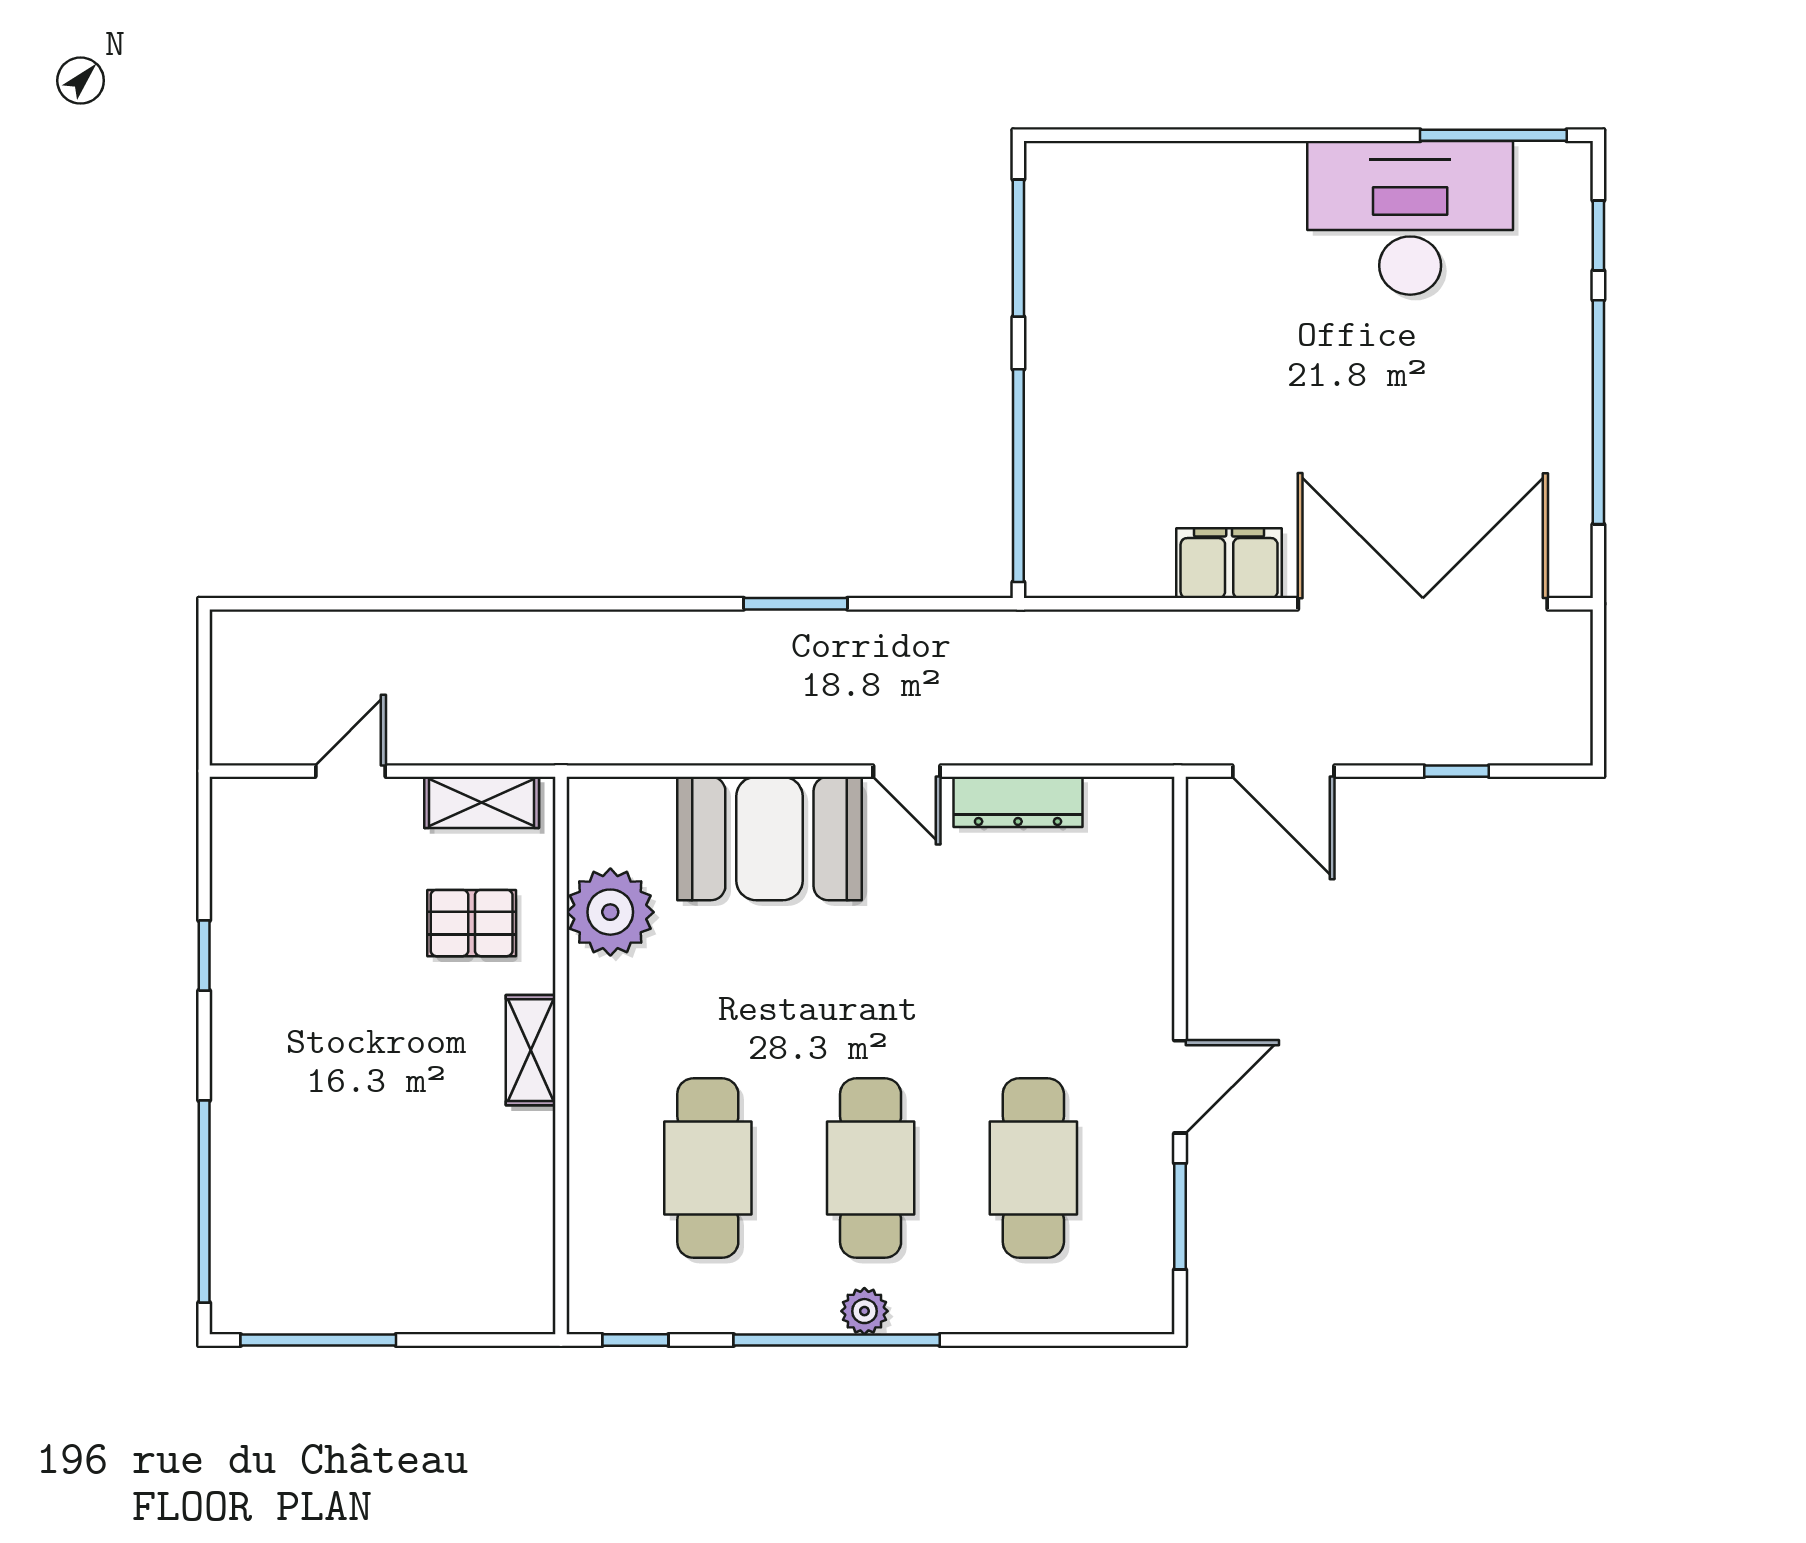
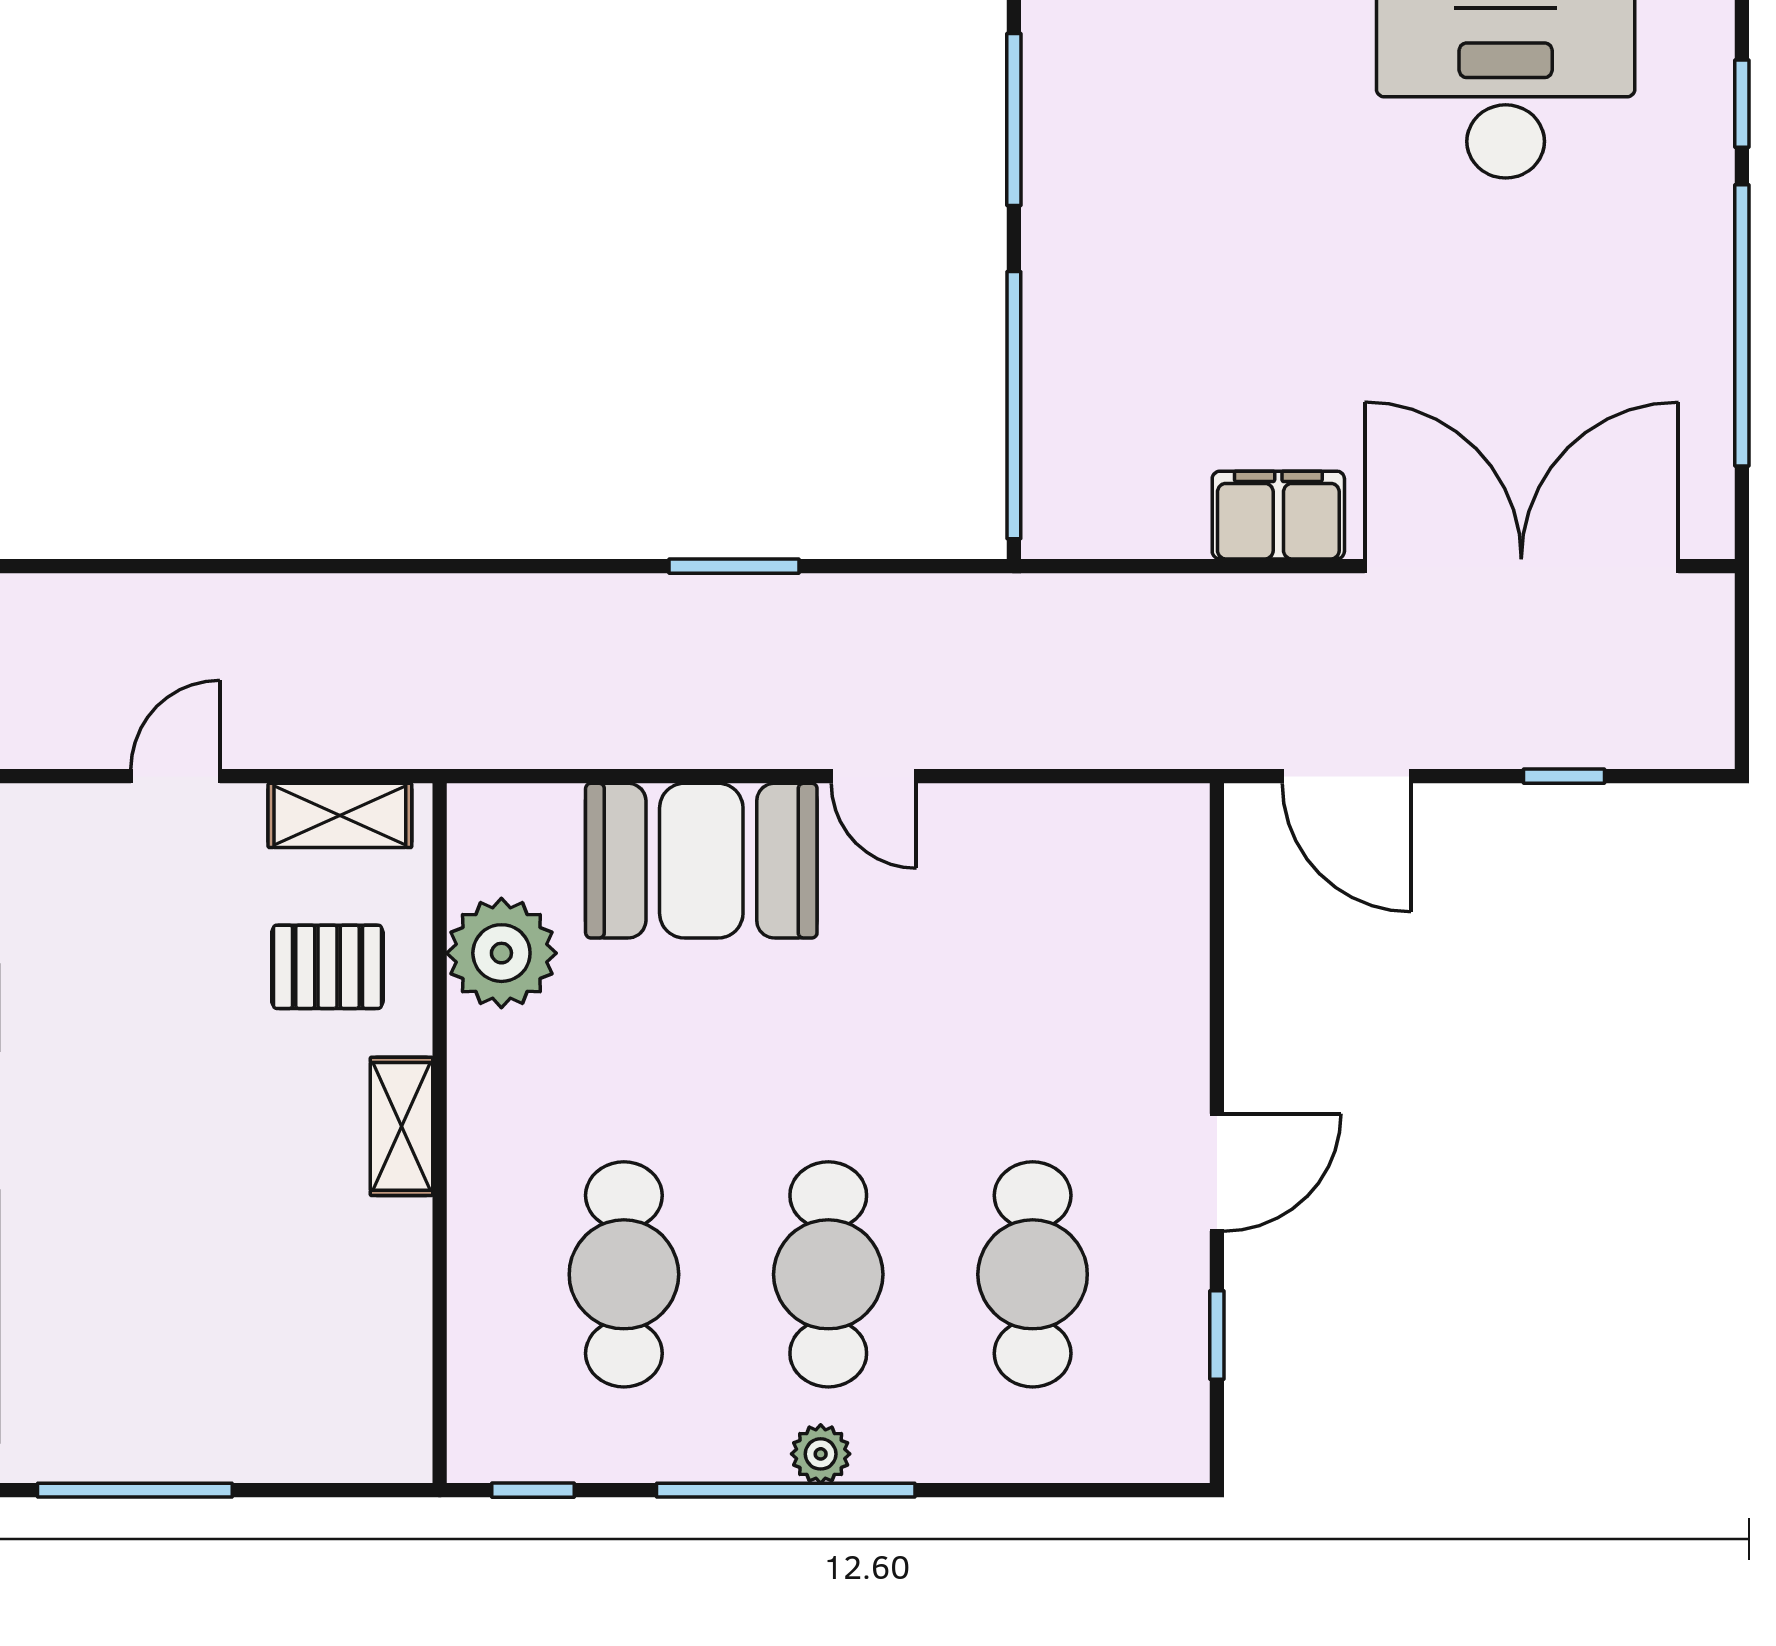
dresser: (1018, 802) -> (1013, 815), removed
window: (1180, 1216) -> (1217, 1335), width x0.67

